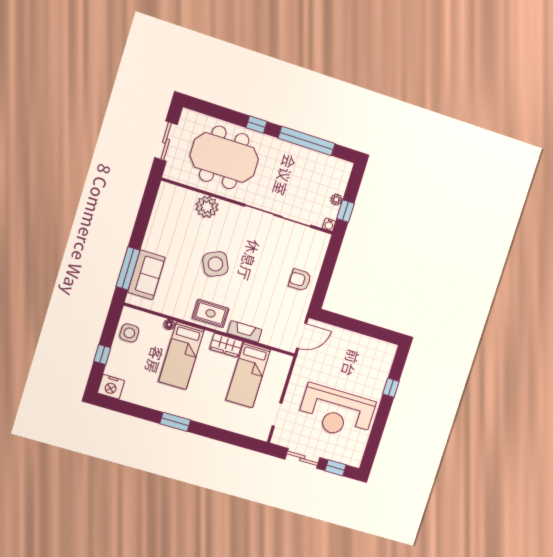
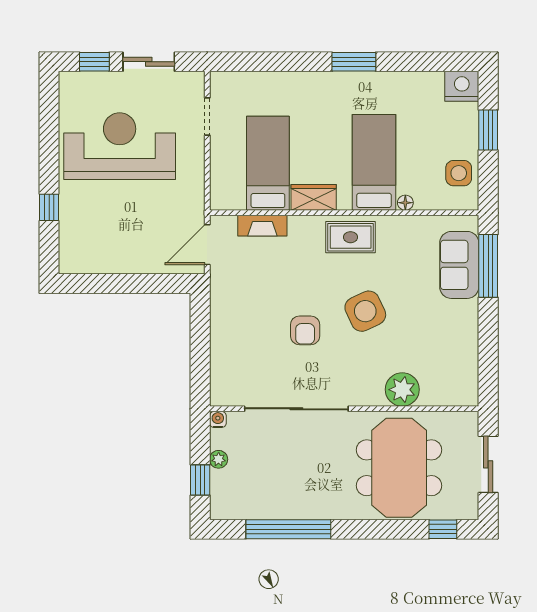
window: (257, 125) -> (443, 529), moved
meeting table: (224, 157) -> (399, 468), turned 90
window: (345, 211) -> (200, 480), moved
armchair: (300, 280) -> (305, 330), moved, turned 90
fireplace: (245, 331) -> (262, 226), moved
window: (102, 355) -> (488, 130), width x1.50

